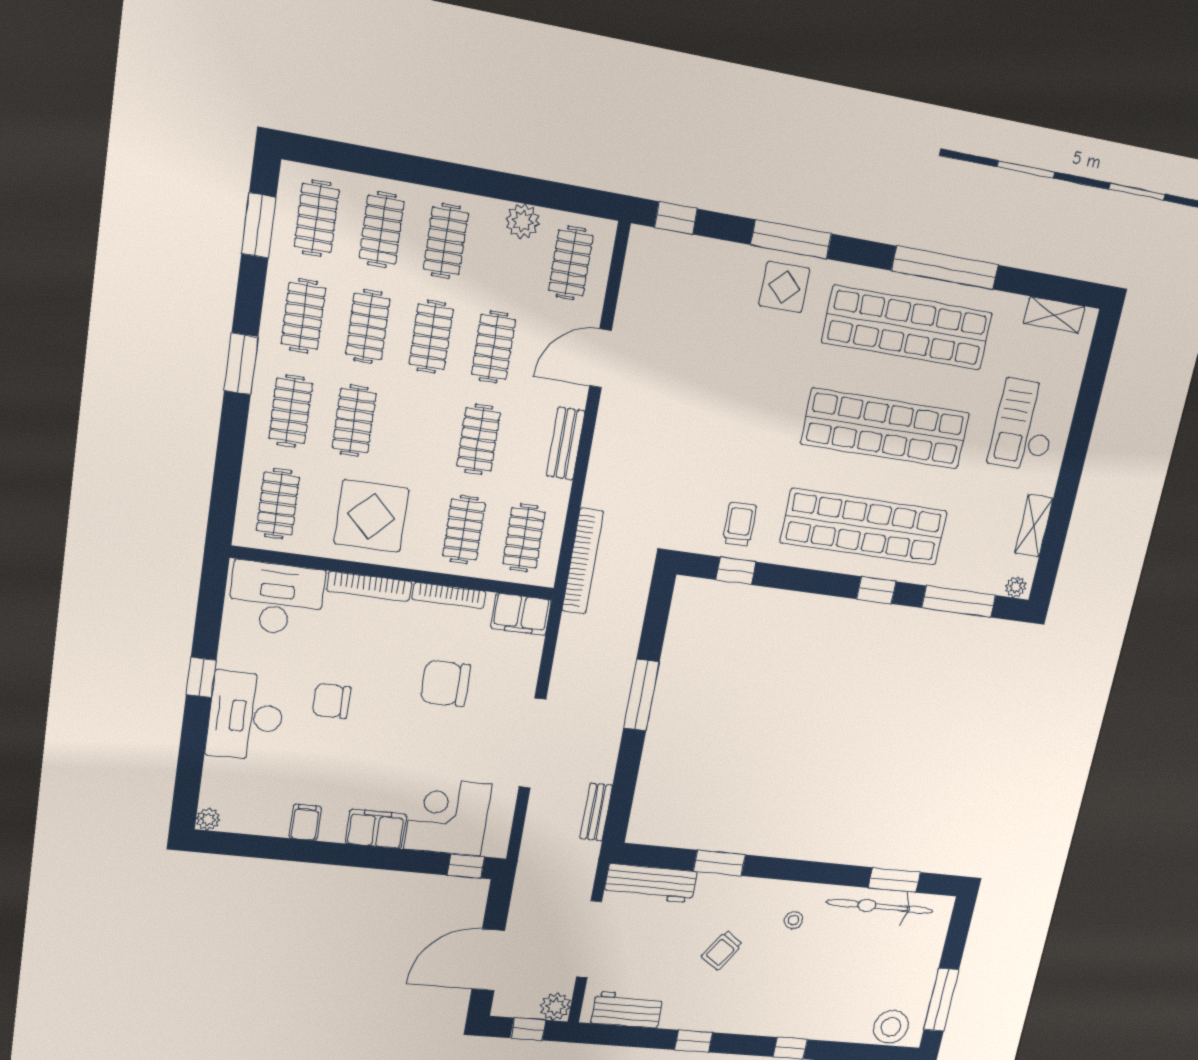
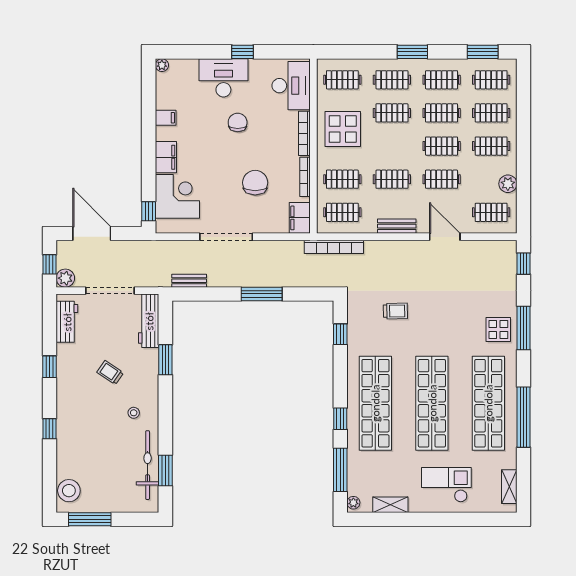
trolley: (740, 524) -> (395, 311), moved

